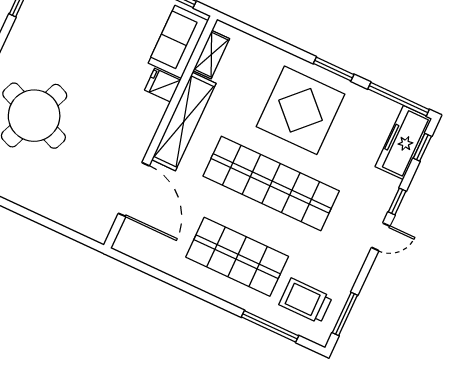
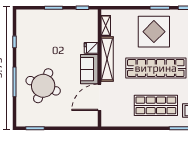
sofa: (178, 42) -> (89, 69), moved
door: (134, 190) -> (99, 97), swing flipped

